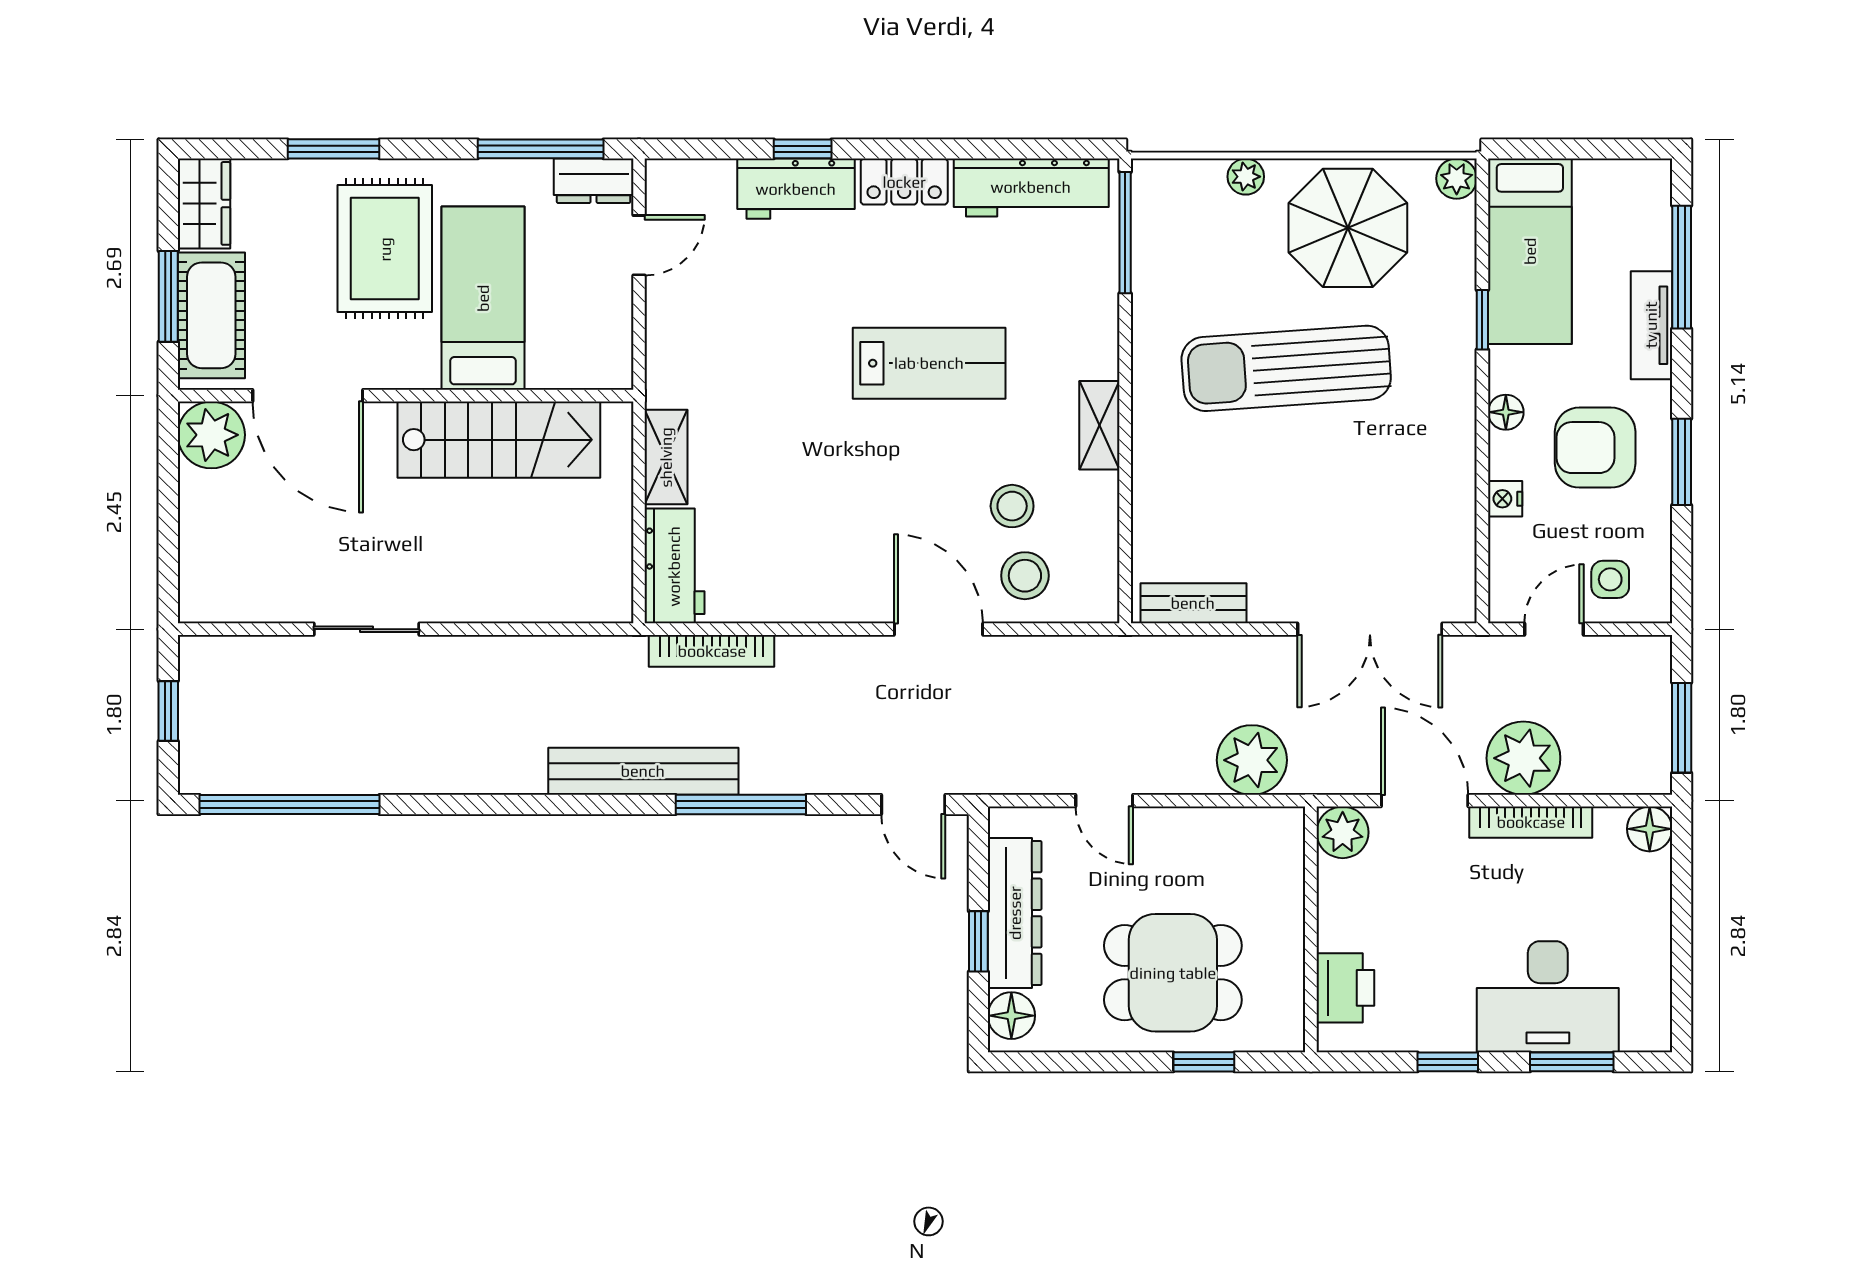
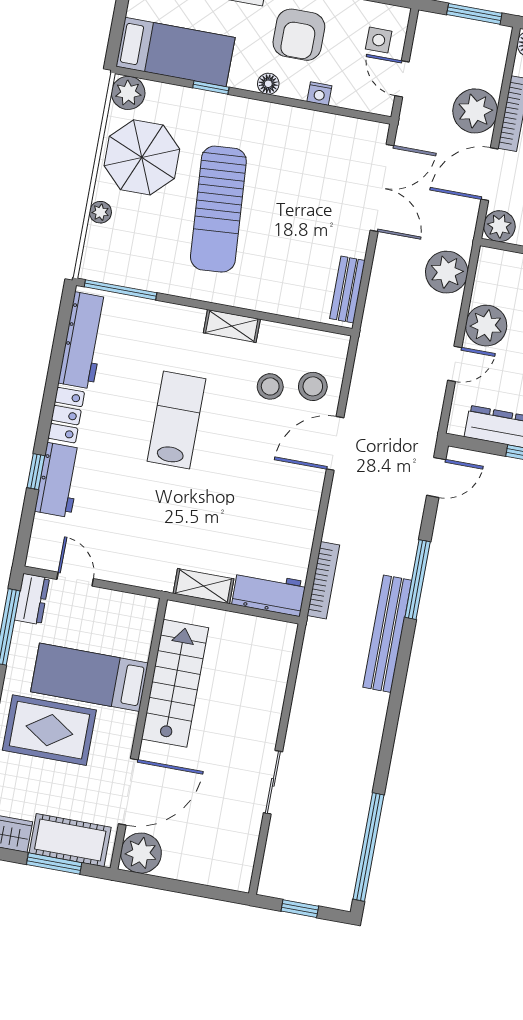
plant: (1457, 179) -> (128, 93), width x1.38, depth x1.38
plant: (1176, 840) -> (486, 326), added

